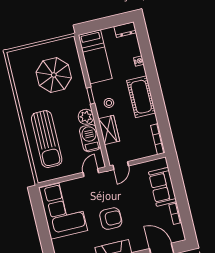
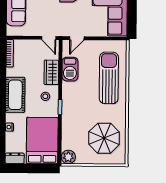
bed: (95, 57) -> (42, 141), width x1.50
parasol: (54, 75) -> (104, 138), moved
plant: (86, 117) -> (68, 157), moved
door: (121, 166) -> (49, 38), swing flipped

